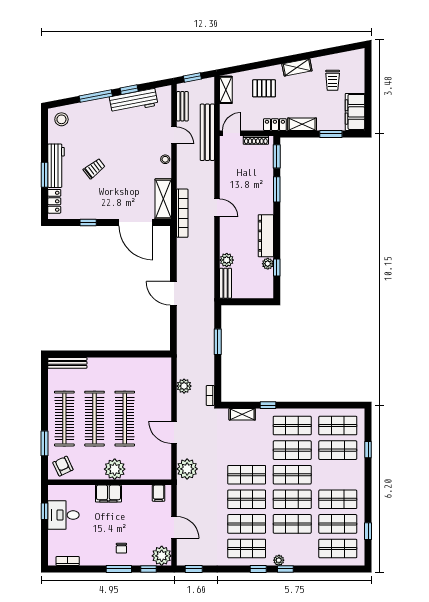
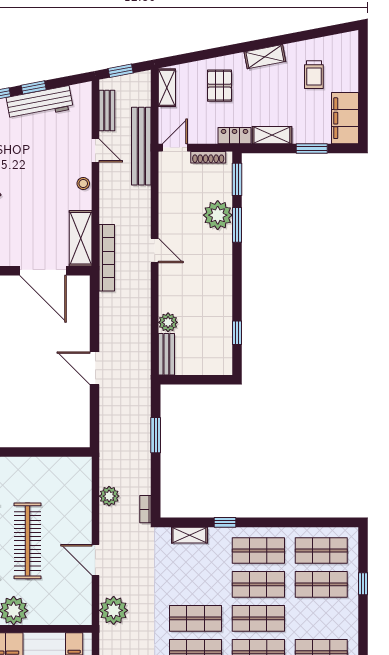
pallet: (264, 88) -> (219, 86), turned 90
dresser: (266, 236) -> (222, 289), removed
plant: (268, 264) -> (218, 215), moved, width x1.87, depth x1.87

